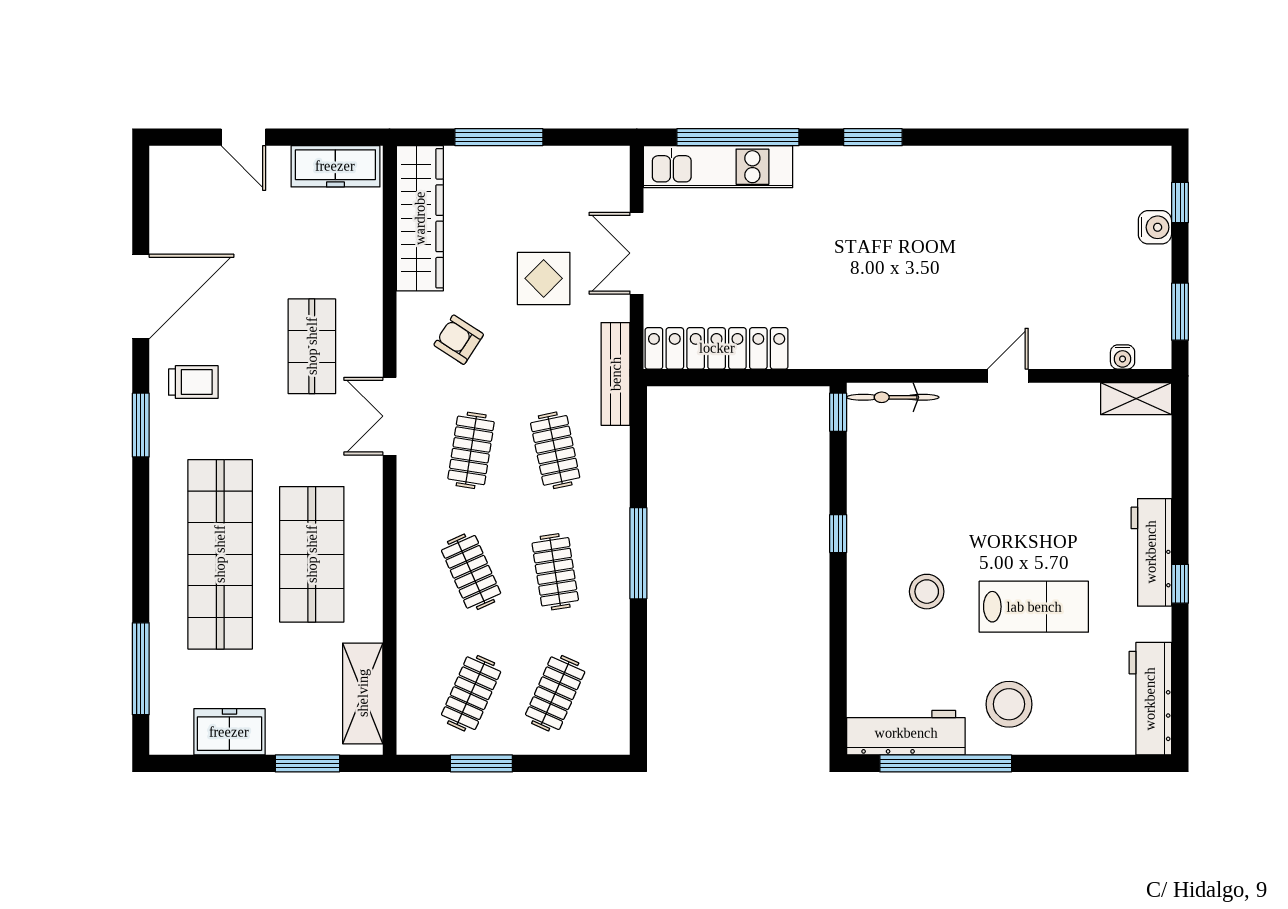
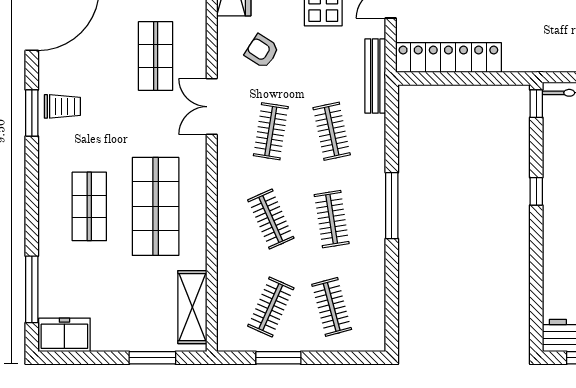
trolley: (193, 382) -> (62, 106), moved
shop shelf: (220, 554) -> (89, 206), width x0.50, depth x0.74
clothes rail: (555, 693) -> (332, 307), turned -39
freezer: (229, 732) -> (64, 335), moved

